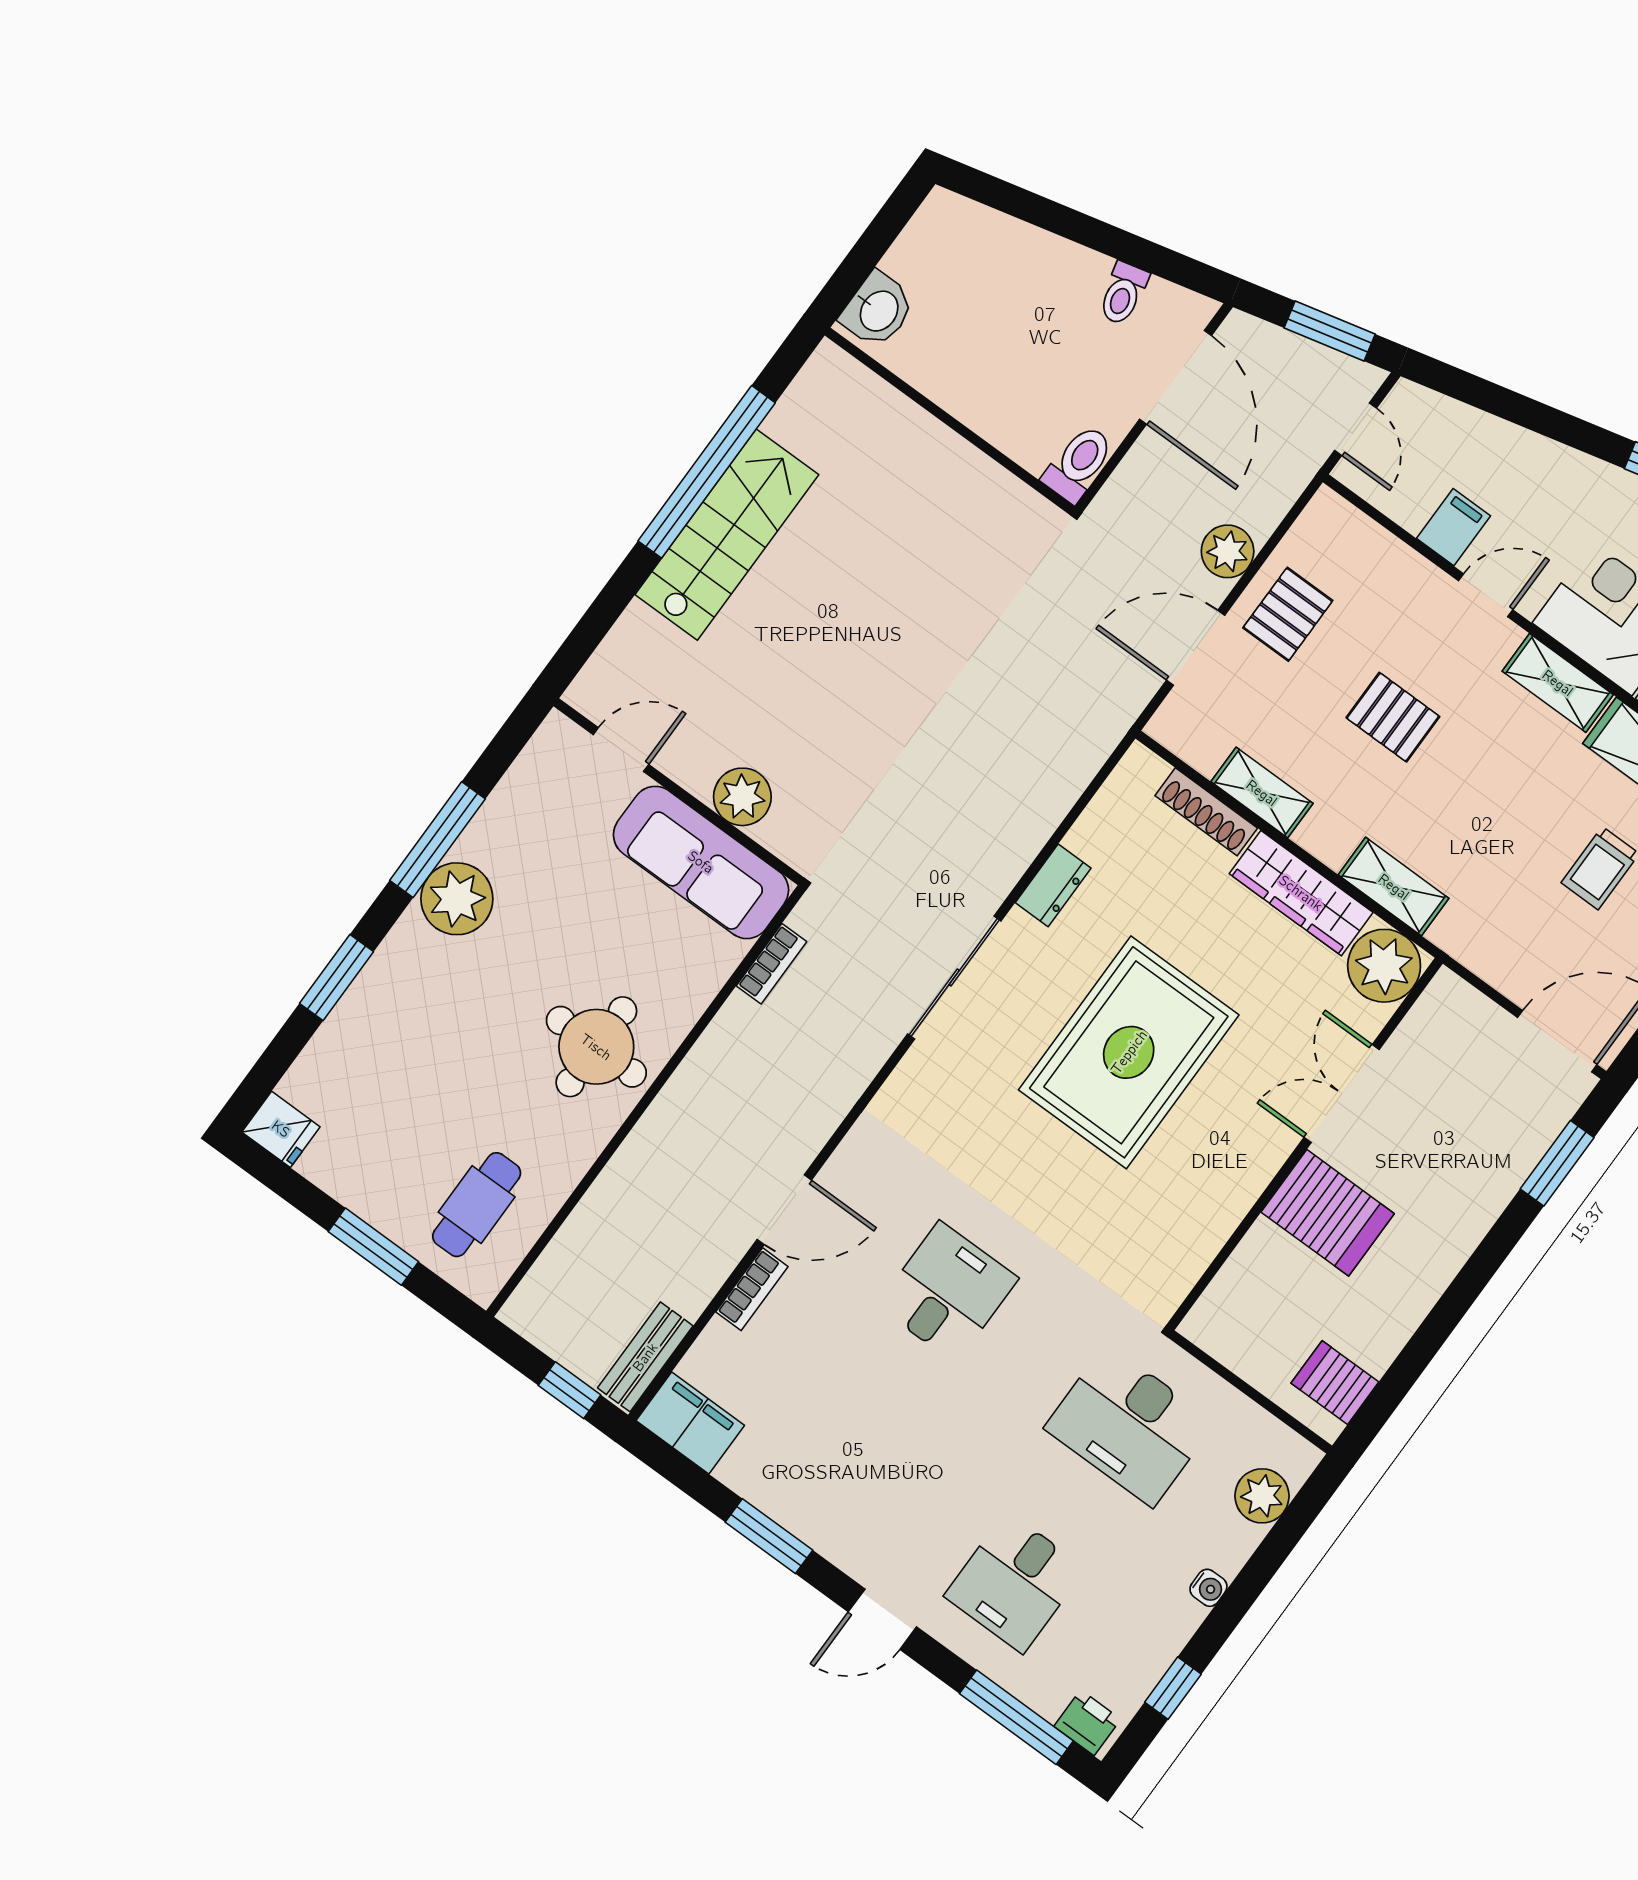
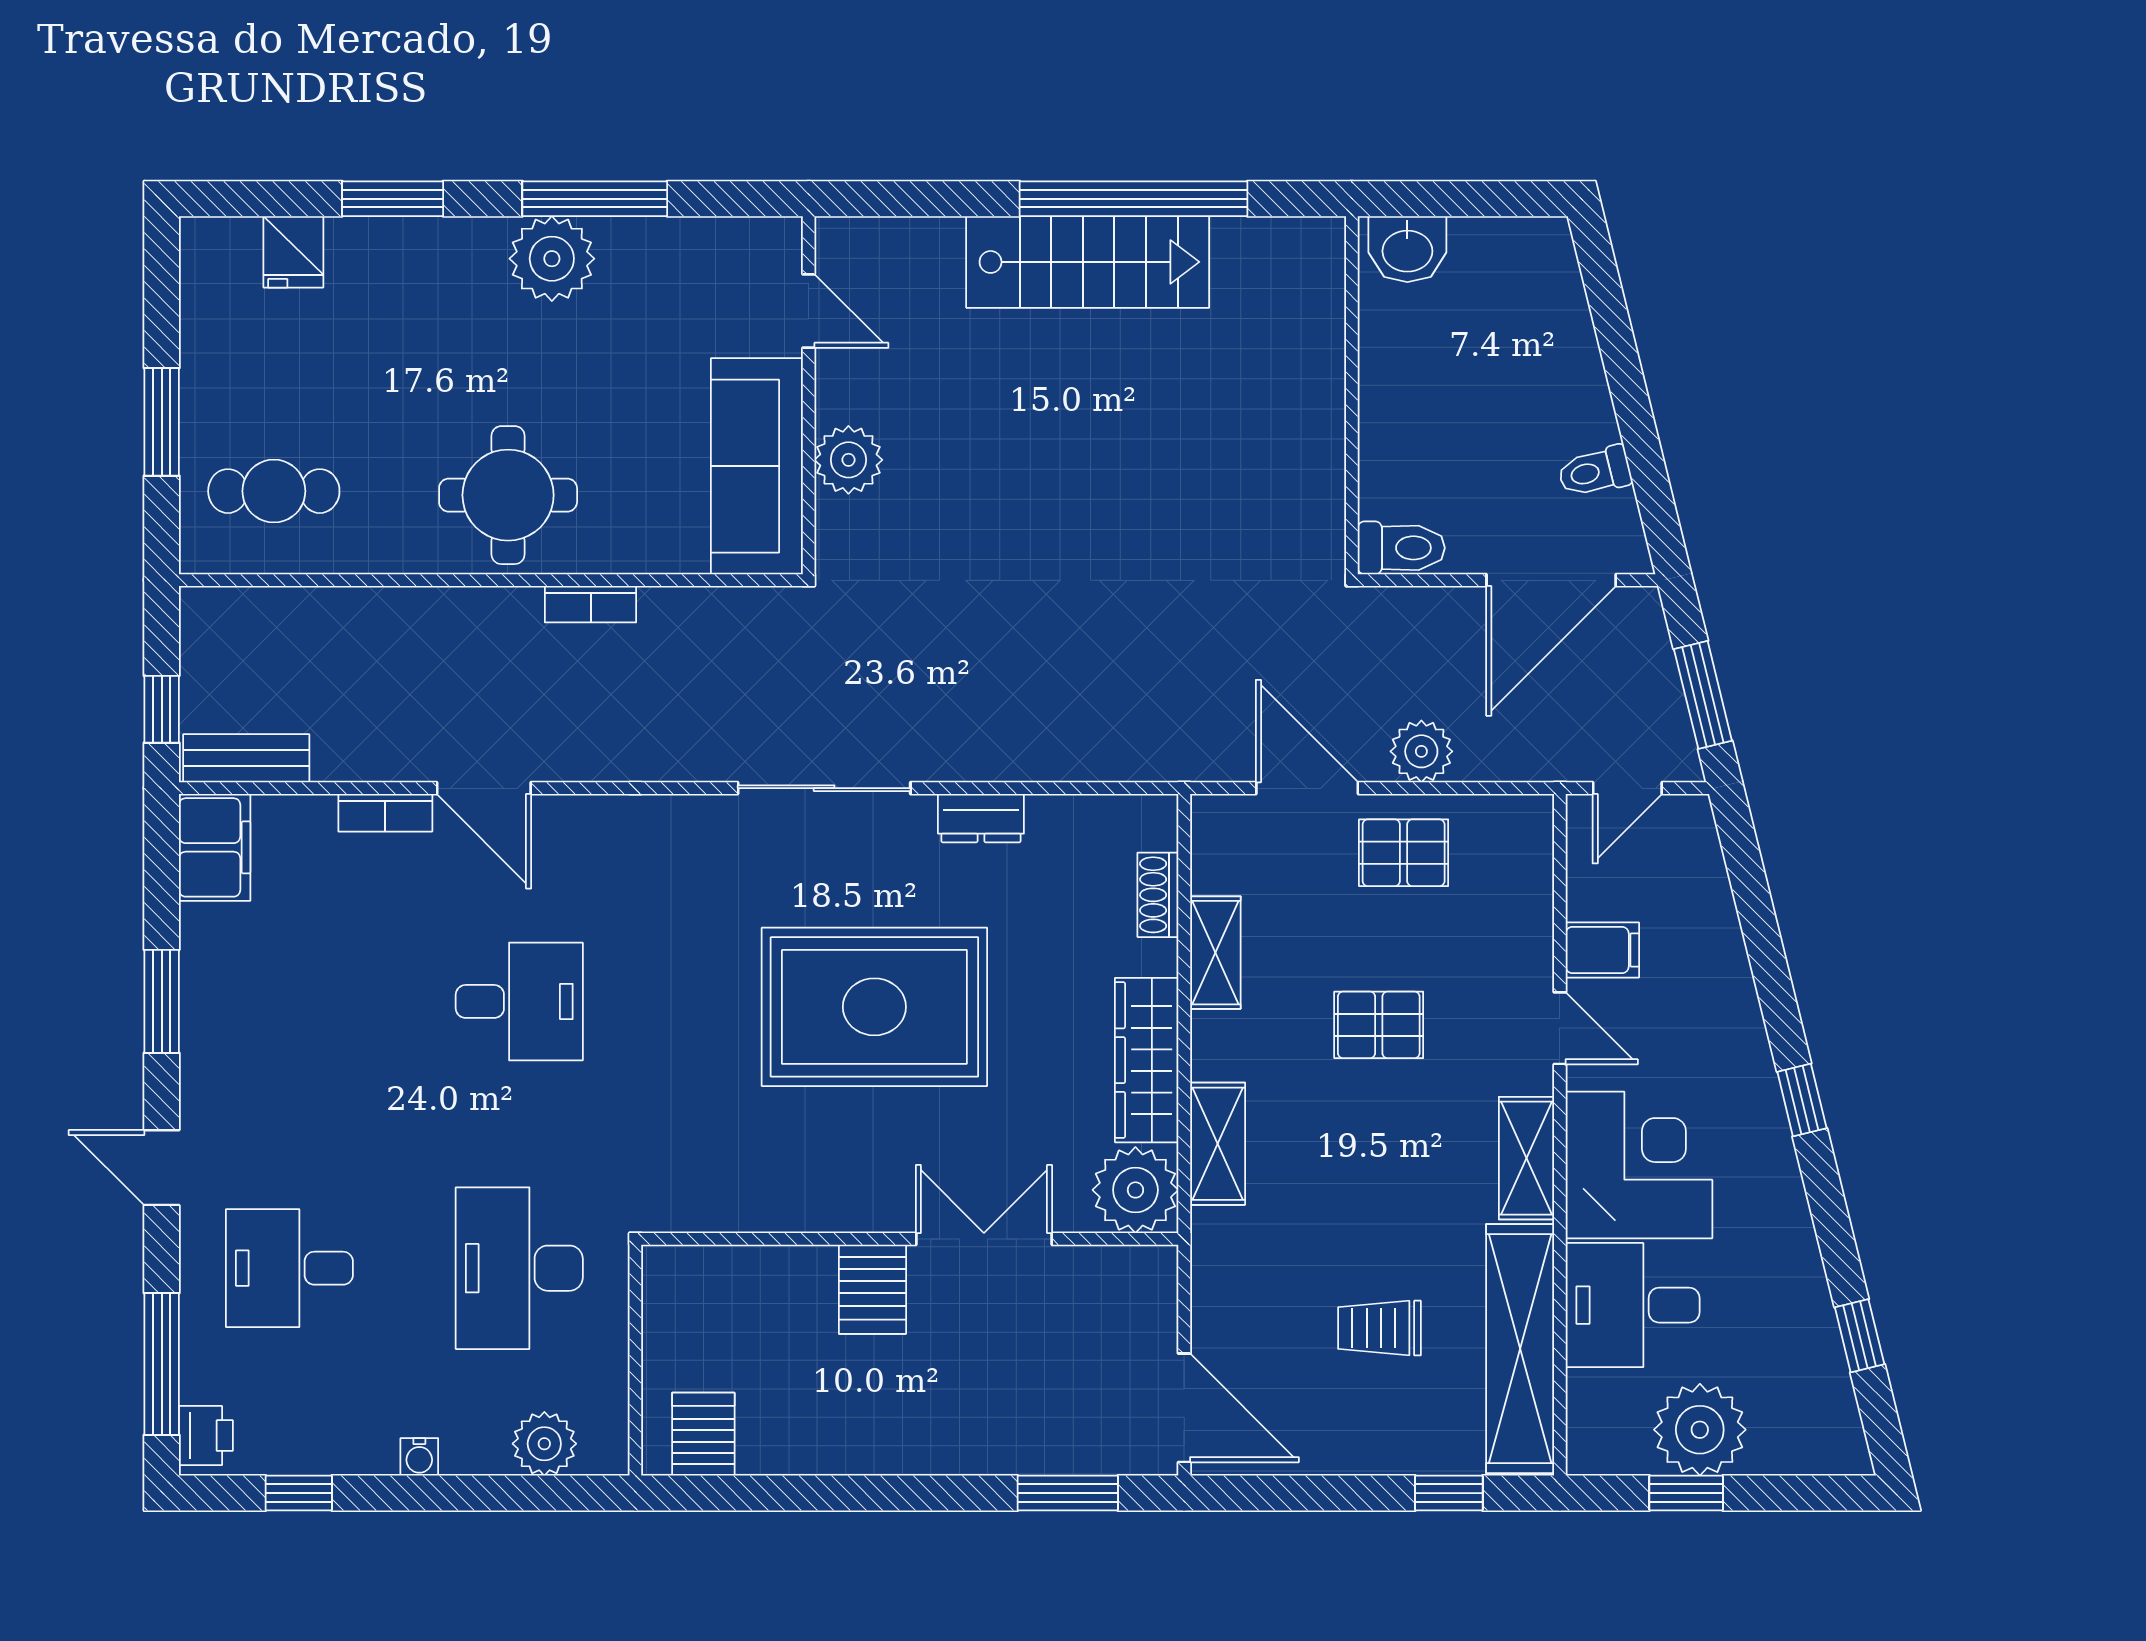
pallet: (1393, 717) -> (1379, 1025), turned 90
shoe rack: (1206, 812) -> (1158, 895), width x0.70
bookcase: (772, 964) -> (591, 604), moved
fridge: (281, 1129) -> (293, 252), moved
server rack: (1328, 1213) -> (872, 1289), width x0.73, depth x0.70

